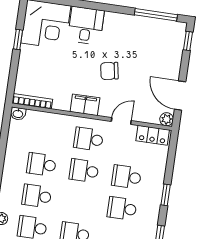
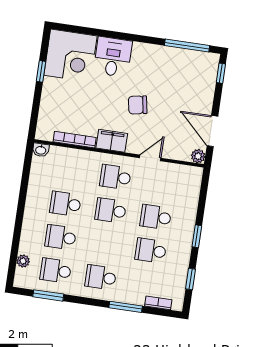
bookcase: (32, 101) -> (75, 140), moved
locker: (153, 135) -> (183, 173), removed

